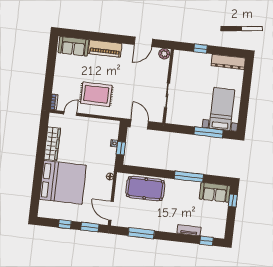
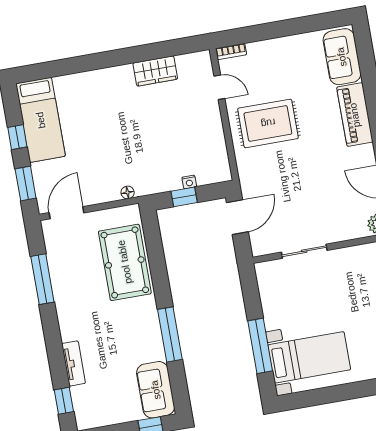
rug: (96, 94) -> (268, 123), turned 90
wardrobe: (52, 144) -> (155, 71), width x0.67
bed: (63, 182) -> (41, 120), moved, width x0.49

